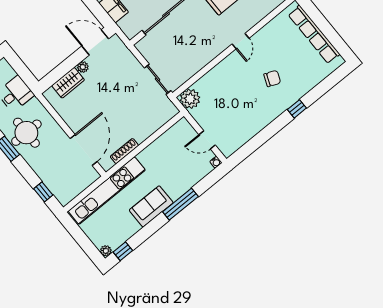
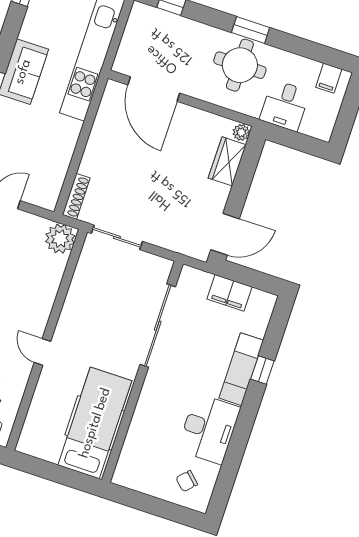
plant: (83, 67) -> (241, 132), moved
shoe rack: (124, 151) -> (76, 196), moved

